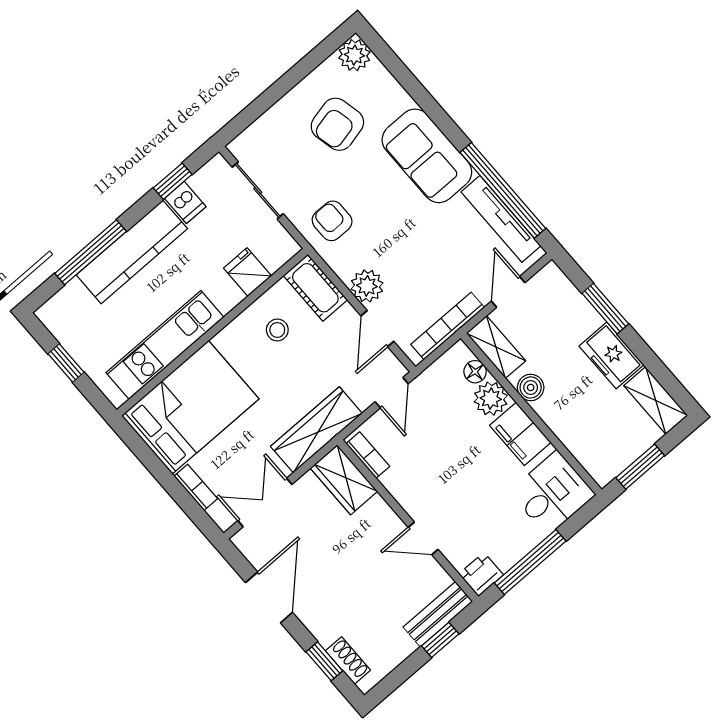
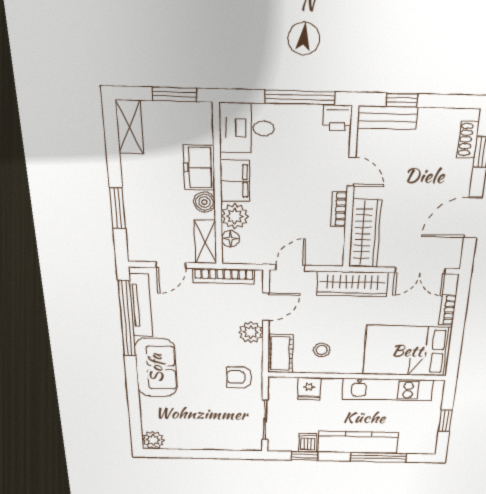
armchair: (337, 124) -> (192, 417), removed
armchair: (332, 221) -> (239, 377), turned 90
freezer: (611, 355) -> (199, 168), moved, turned 180
bookcase: (368, 455) -> (339, 209), moved
wardrobe: (344, 480) -> (365, 234), width x1.50

